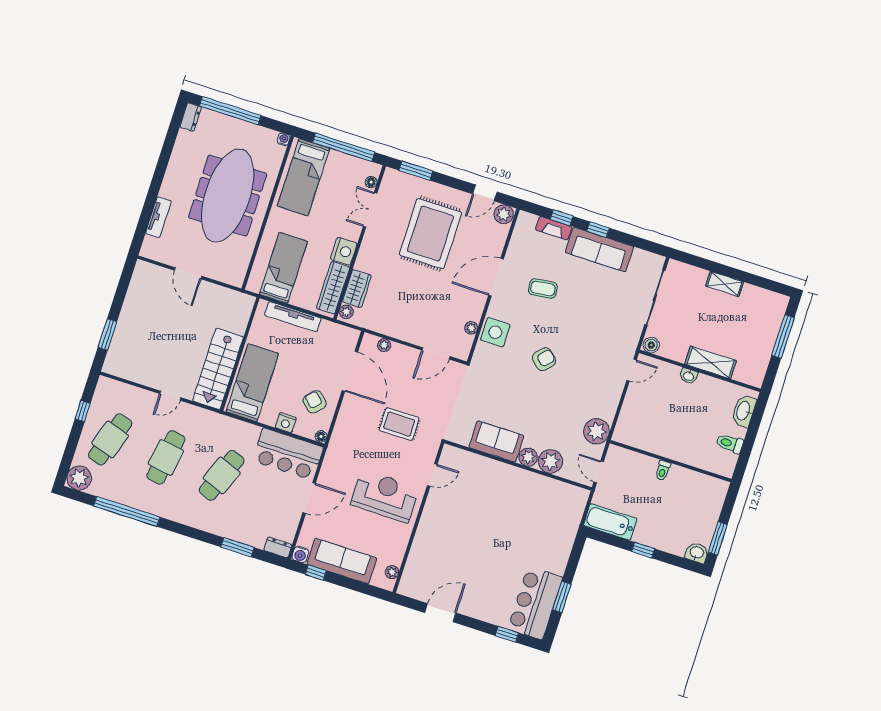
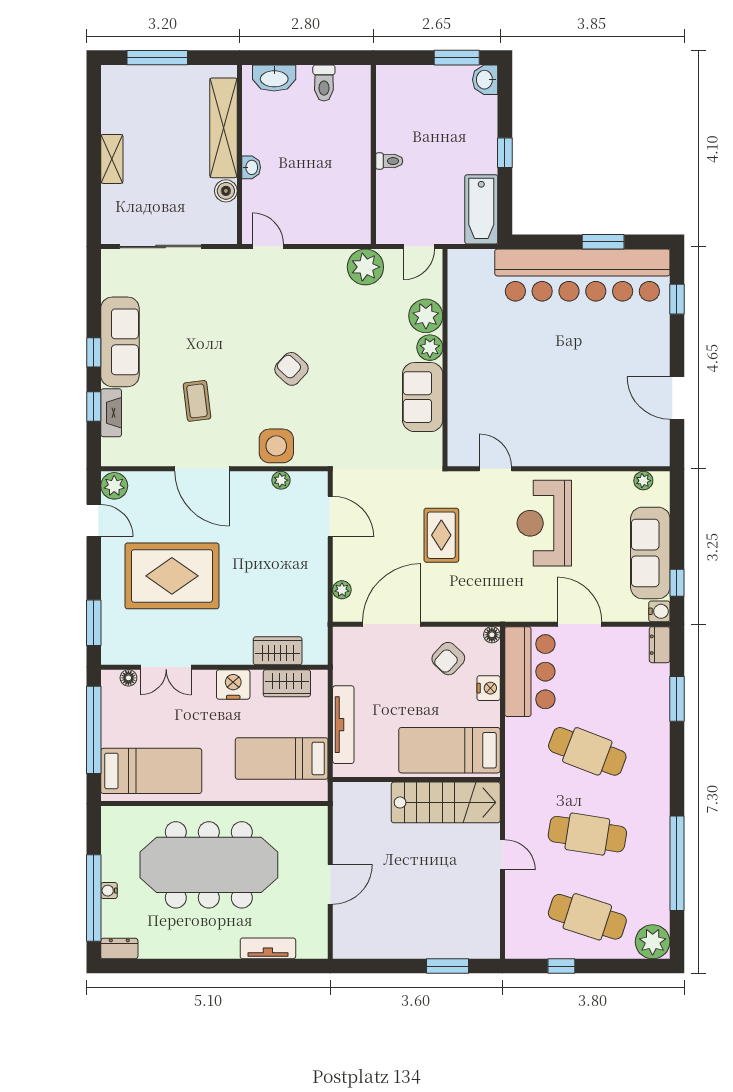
water cooler: (284, 139) -> (109, 891), moved
wardrobe: (333, 288) -> (287, 683), width x0.67
plant: (346, 312) -> (314, 655), removed
boiler: (651, 345) -> (226, 191), moved
shelving: (711, 362) -> (223, 128), width x1.47
bar counter: (535, 603) -> (582, 275), width x1.86

